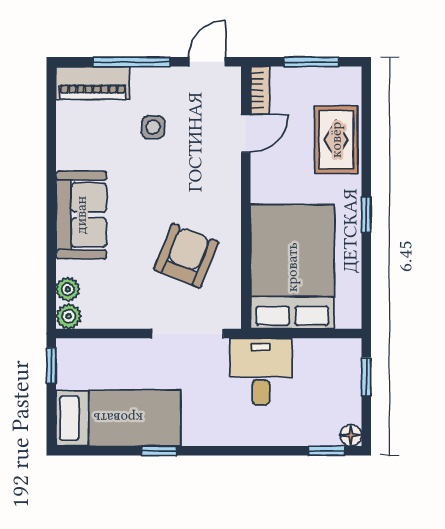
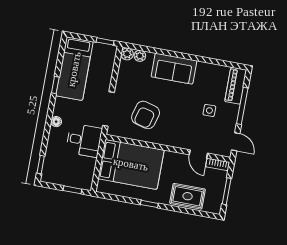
armchair: (186, 256) -> (146, 115), turned 83
floor lamp: (351, 435) -> (56, 122), moved

